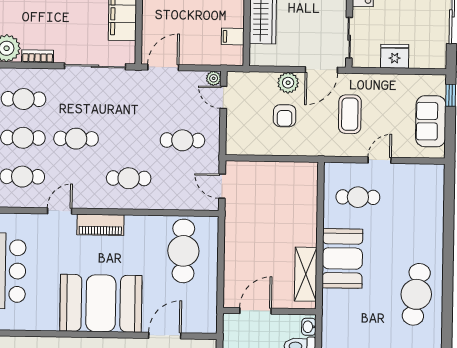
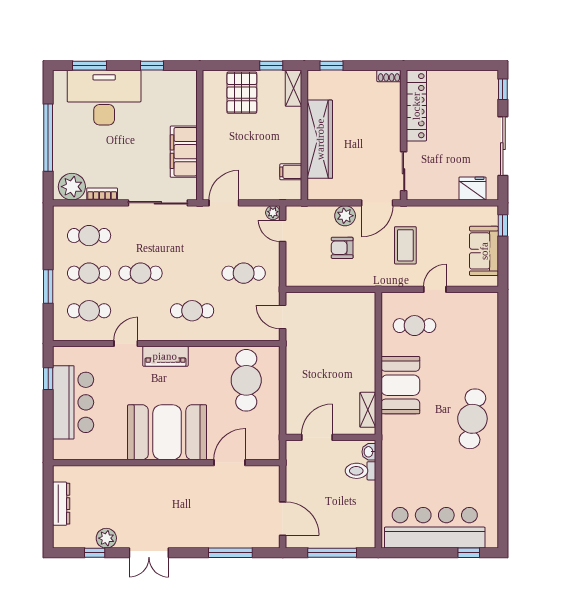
fridge: (395, 56) -> (472, 188), moved
armchair: (285, 116) -> (342, 248), turned 90
shelving: (306, 274) -> (368, 410), width x0.67, depth x0.75

